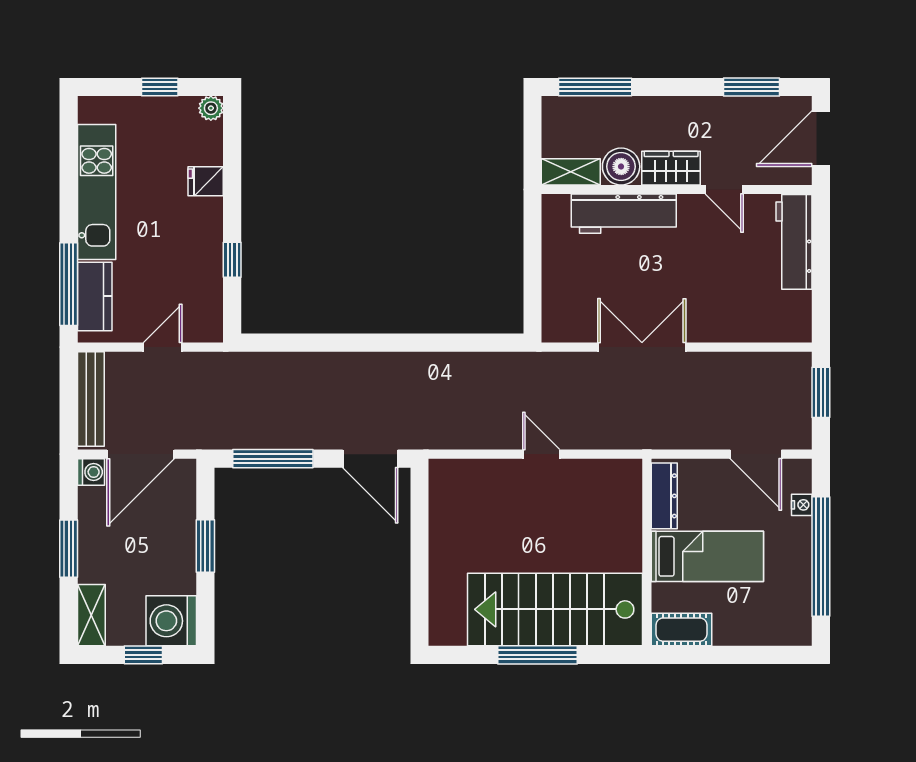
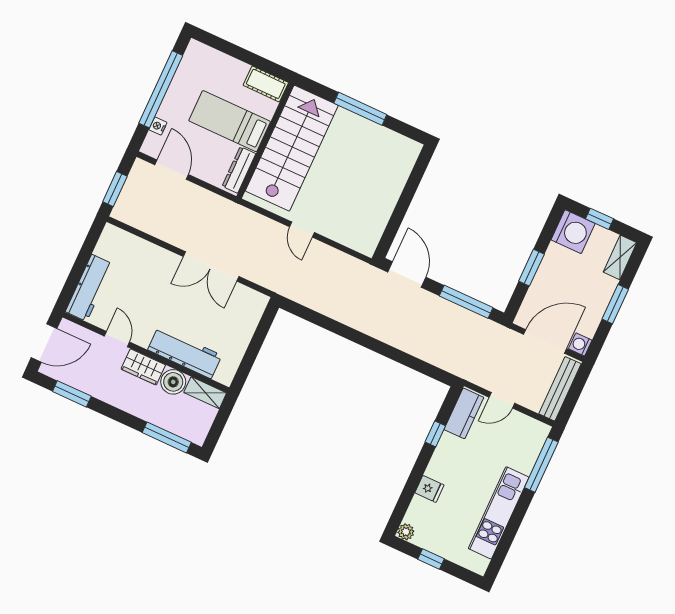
kitchen counter: (95, 296) -> (464, 413), moved, turned 180
stairs: (555, 609) -> (292, 148), moved, turned -90

